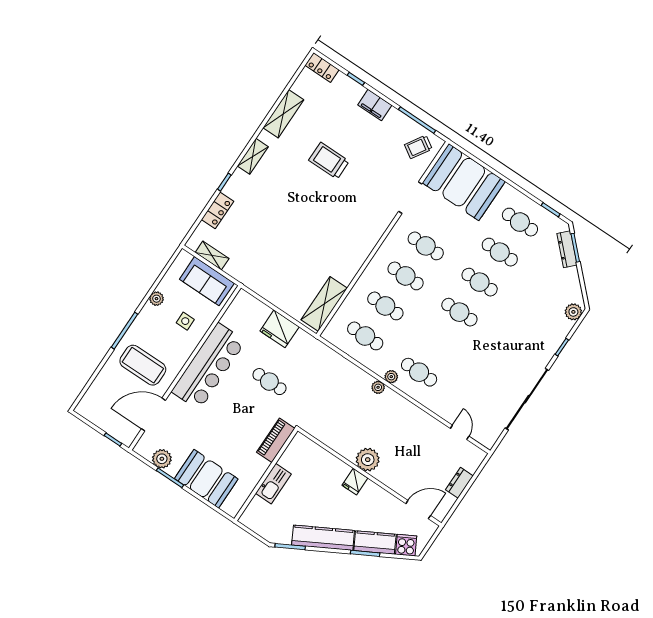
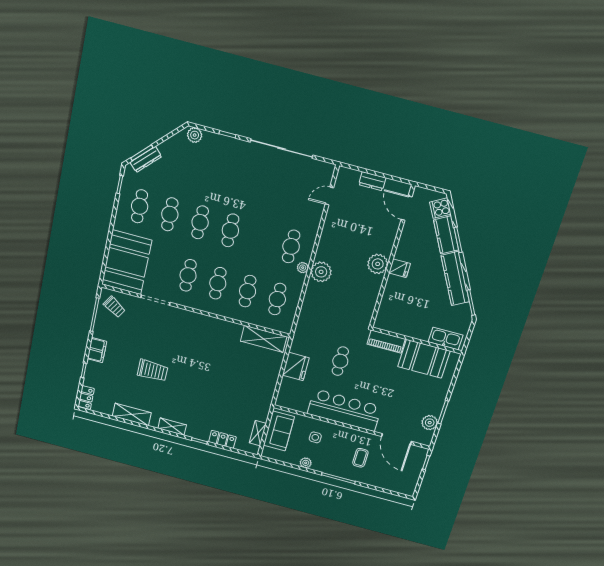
trolley: (329, 161) -> (153, 371), turned -90
coffee table: (143, 365) -> (360, 458), width x0.54, depth x0.58
plant: (378, 387) -> (321, 272), width x1.88, depth x1.88
booth: (206, 479) -> (424, 359), moved, turned 90
kitchen sink: (273, 484) -> (446, 339), moved

